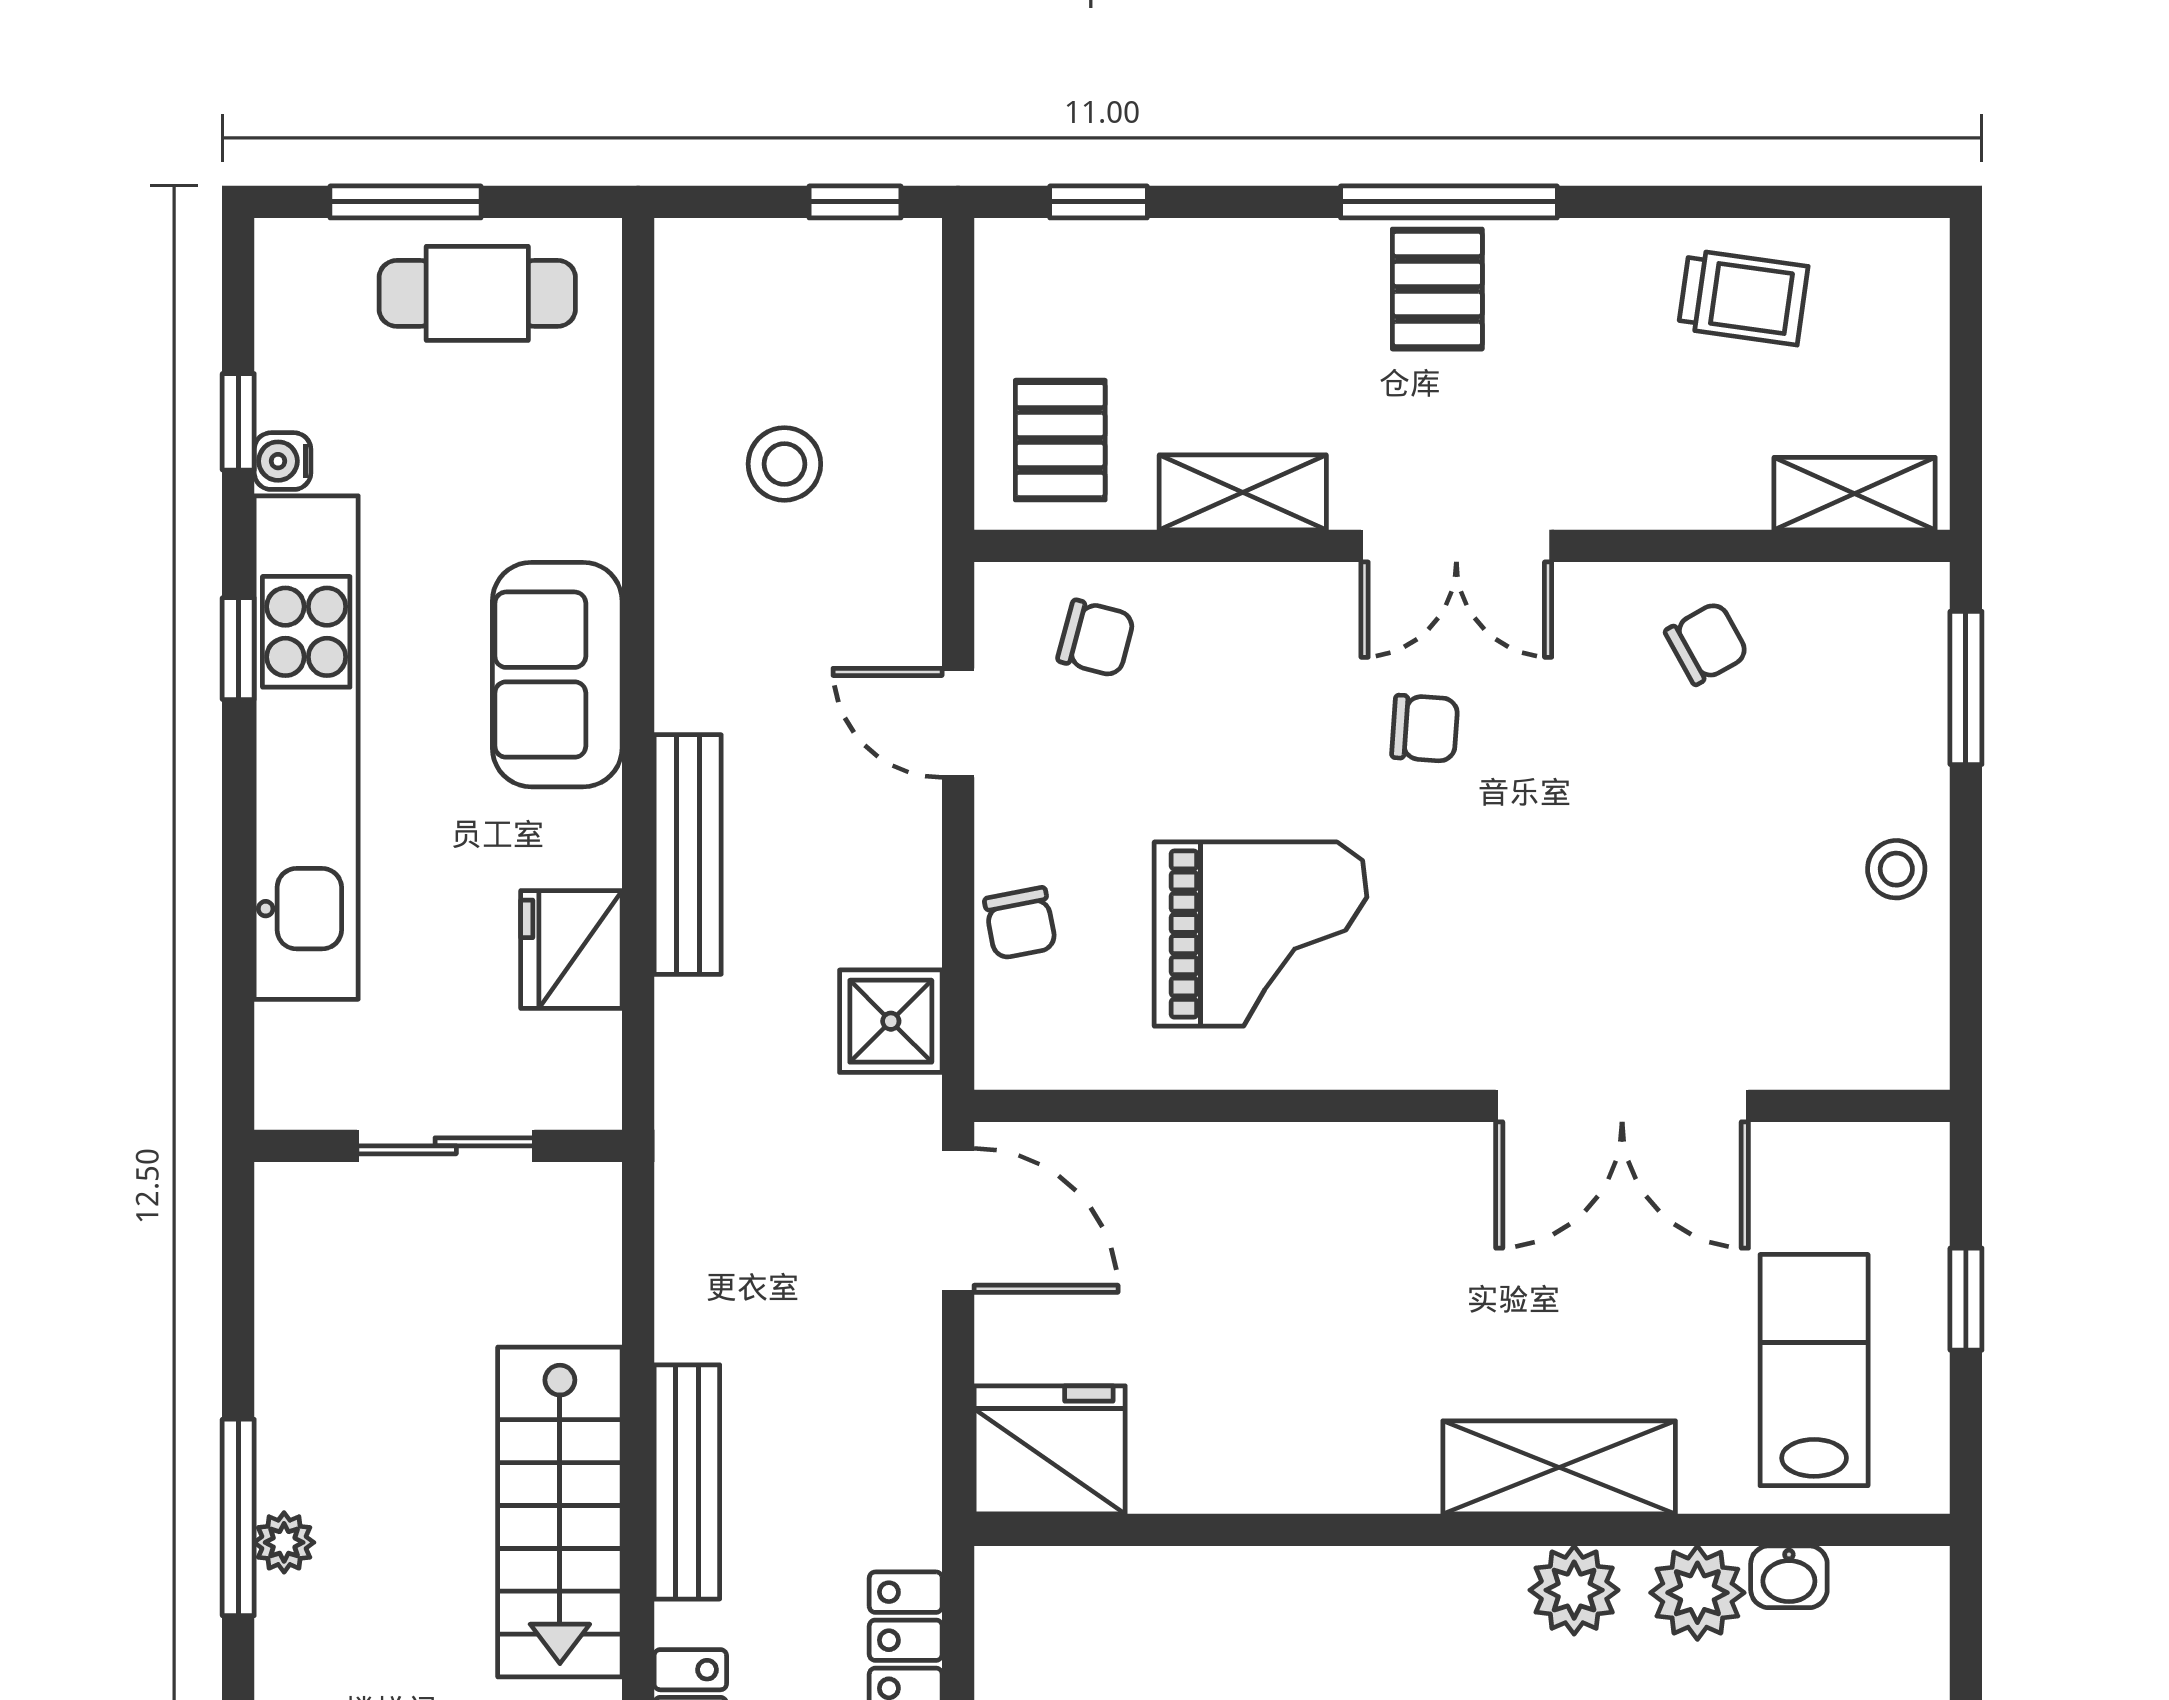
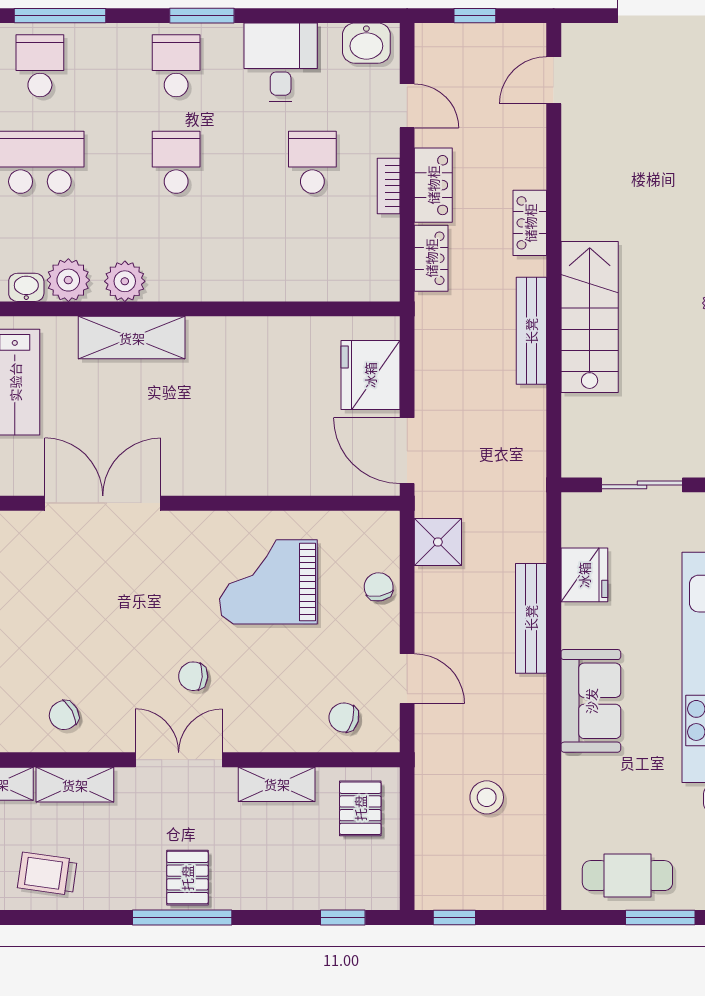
shelving: (1683, 492) -> (75, 785), added
fridge: (1050, 1450) -> (370, 375), moved, turned 90

